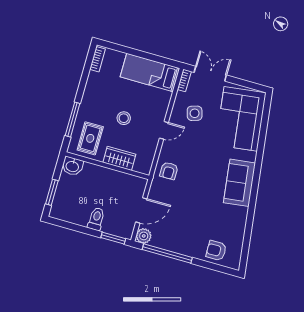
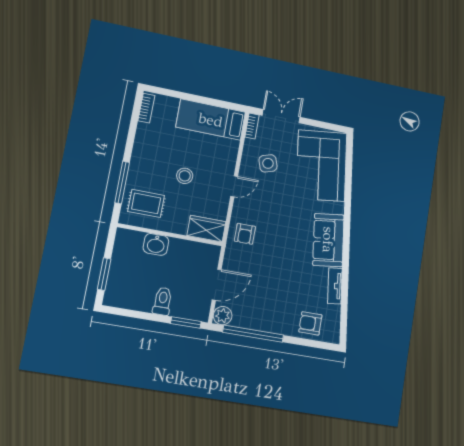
rug: (90, 138) -> (146, 203), turned 90
wardrobe: (119, 158) -> (206, 229), moved
washbasin: (72, 166) -> (156, 244), moved
tv unit: (241, 222) -> (335, 286), added

